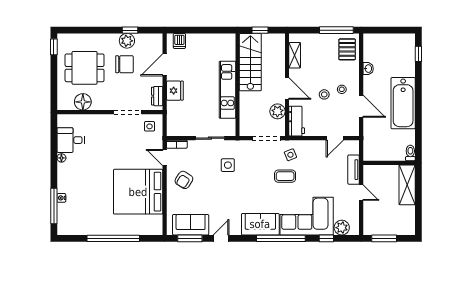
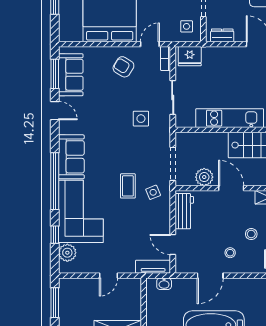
washbasin: (368, 69) -> (164, 284), moved
door: (287, 88) -> (231, 188), swing flipped
fridge: (175, 91) -> (190, 56), moved
stool: (324, 94) -> (251, 234), moved
workbench: (297, 121) -> (184, 211), moved, turned -90
tv unit: (354, 170) -> (153, 267), moved

